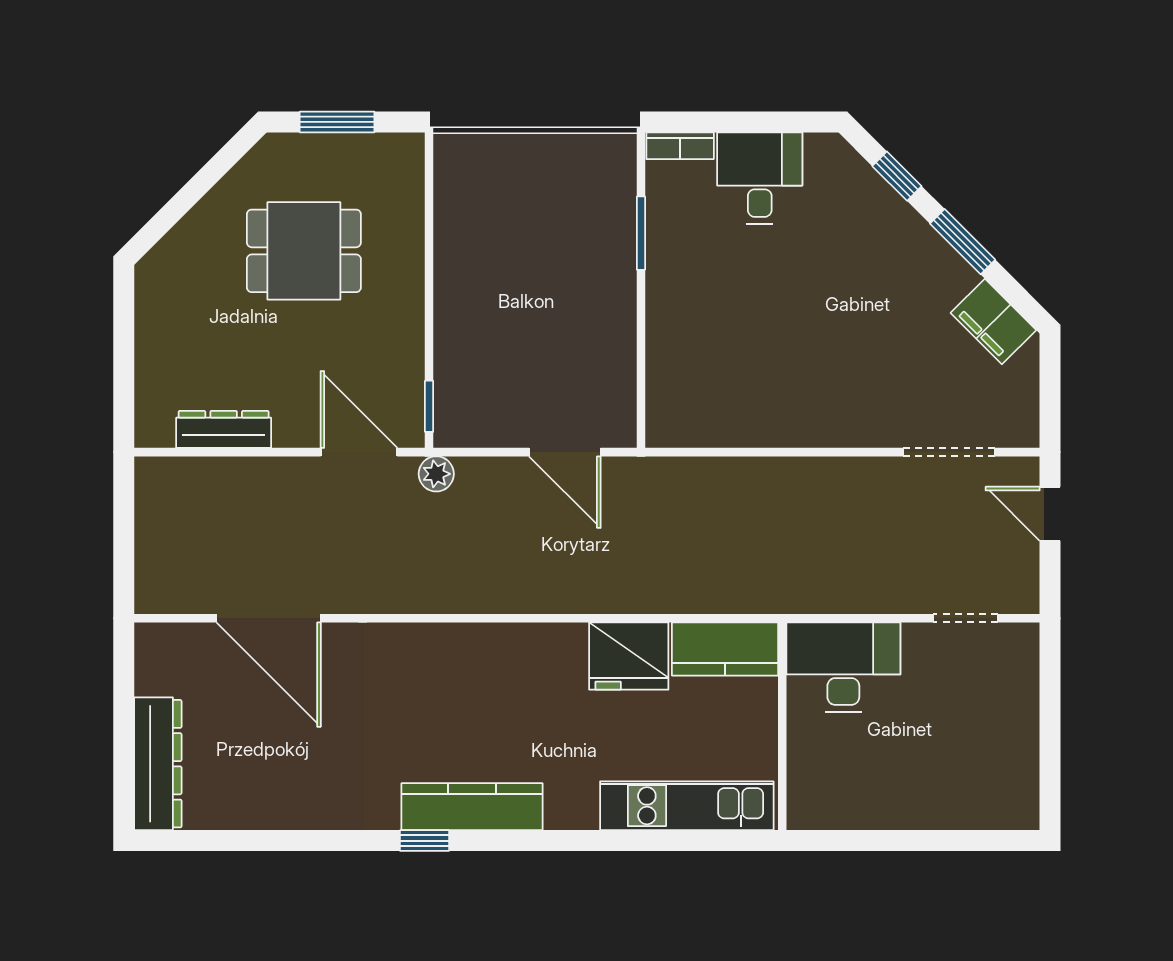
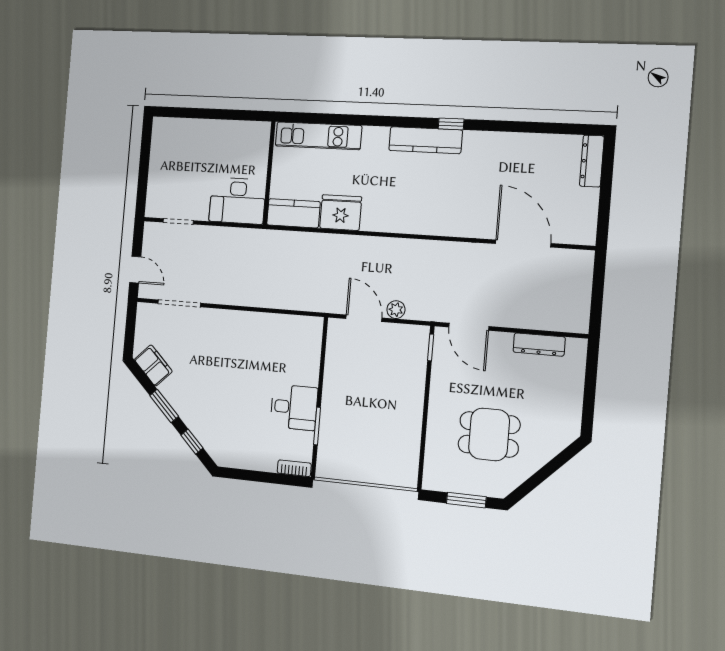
desk: (760, 178) -> (294, 407), moved, turned -90
plant: (436, 474) -> (396, 310), moved
dresser: (158, 764) -> (592, 161), width x0.73, depth x0.80

